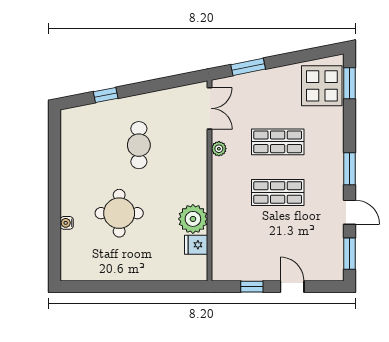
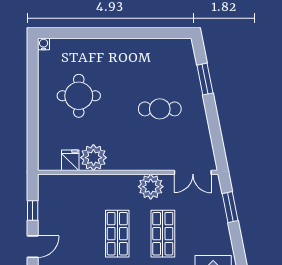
window: (106, 95) -> (205, 79), width x1.50
plant: (219, 149) -> (151, 187), width x1.87, depth x1.87
round table: (119, 213) -> (79, 96), moved
water cooler: (67, 223) -> (44, 44), moved

